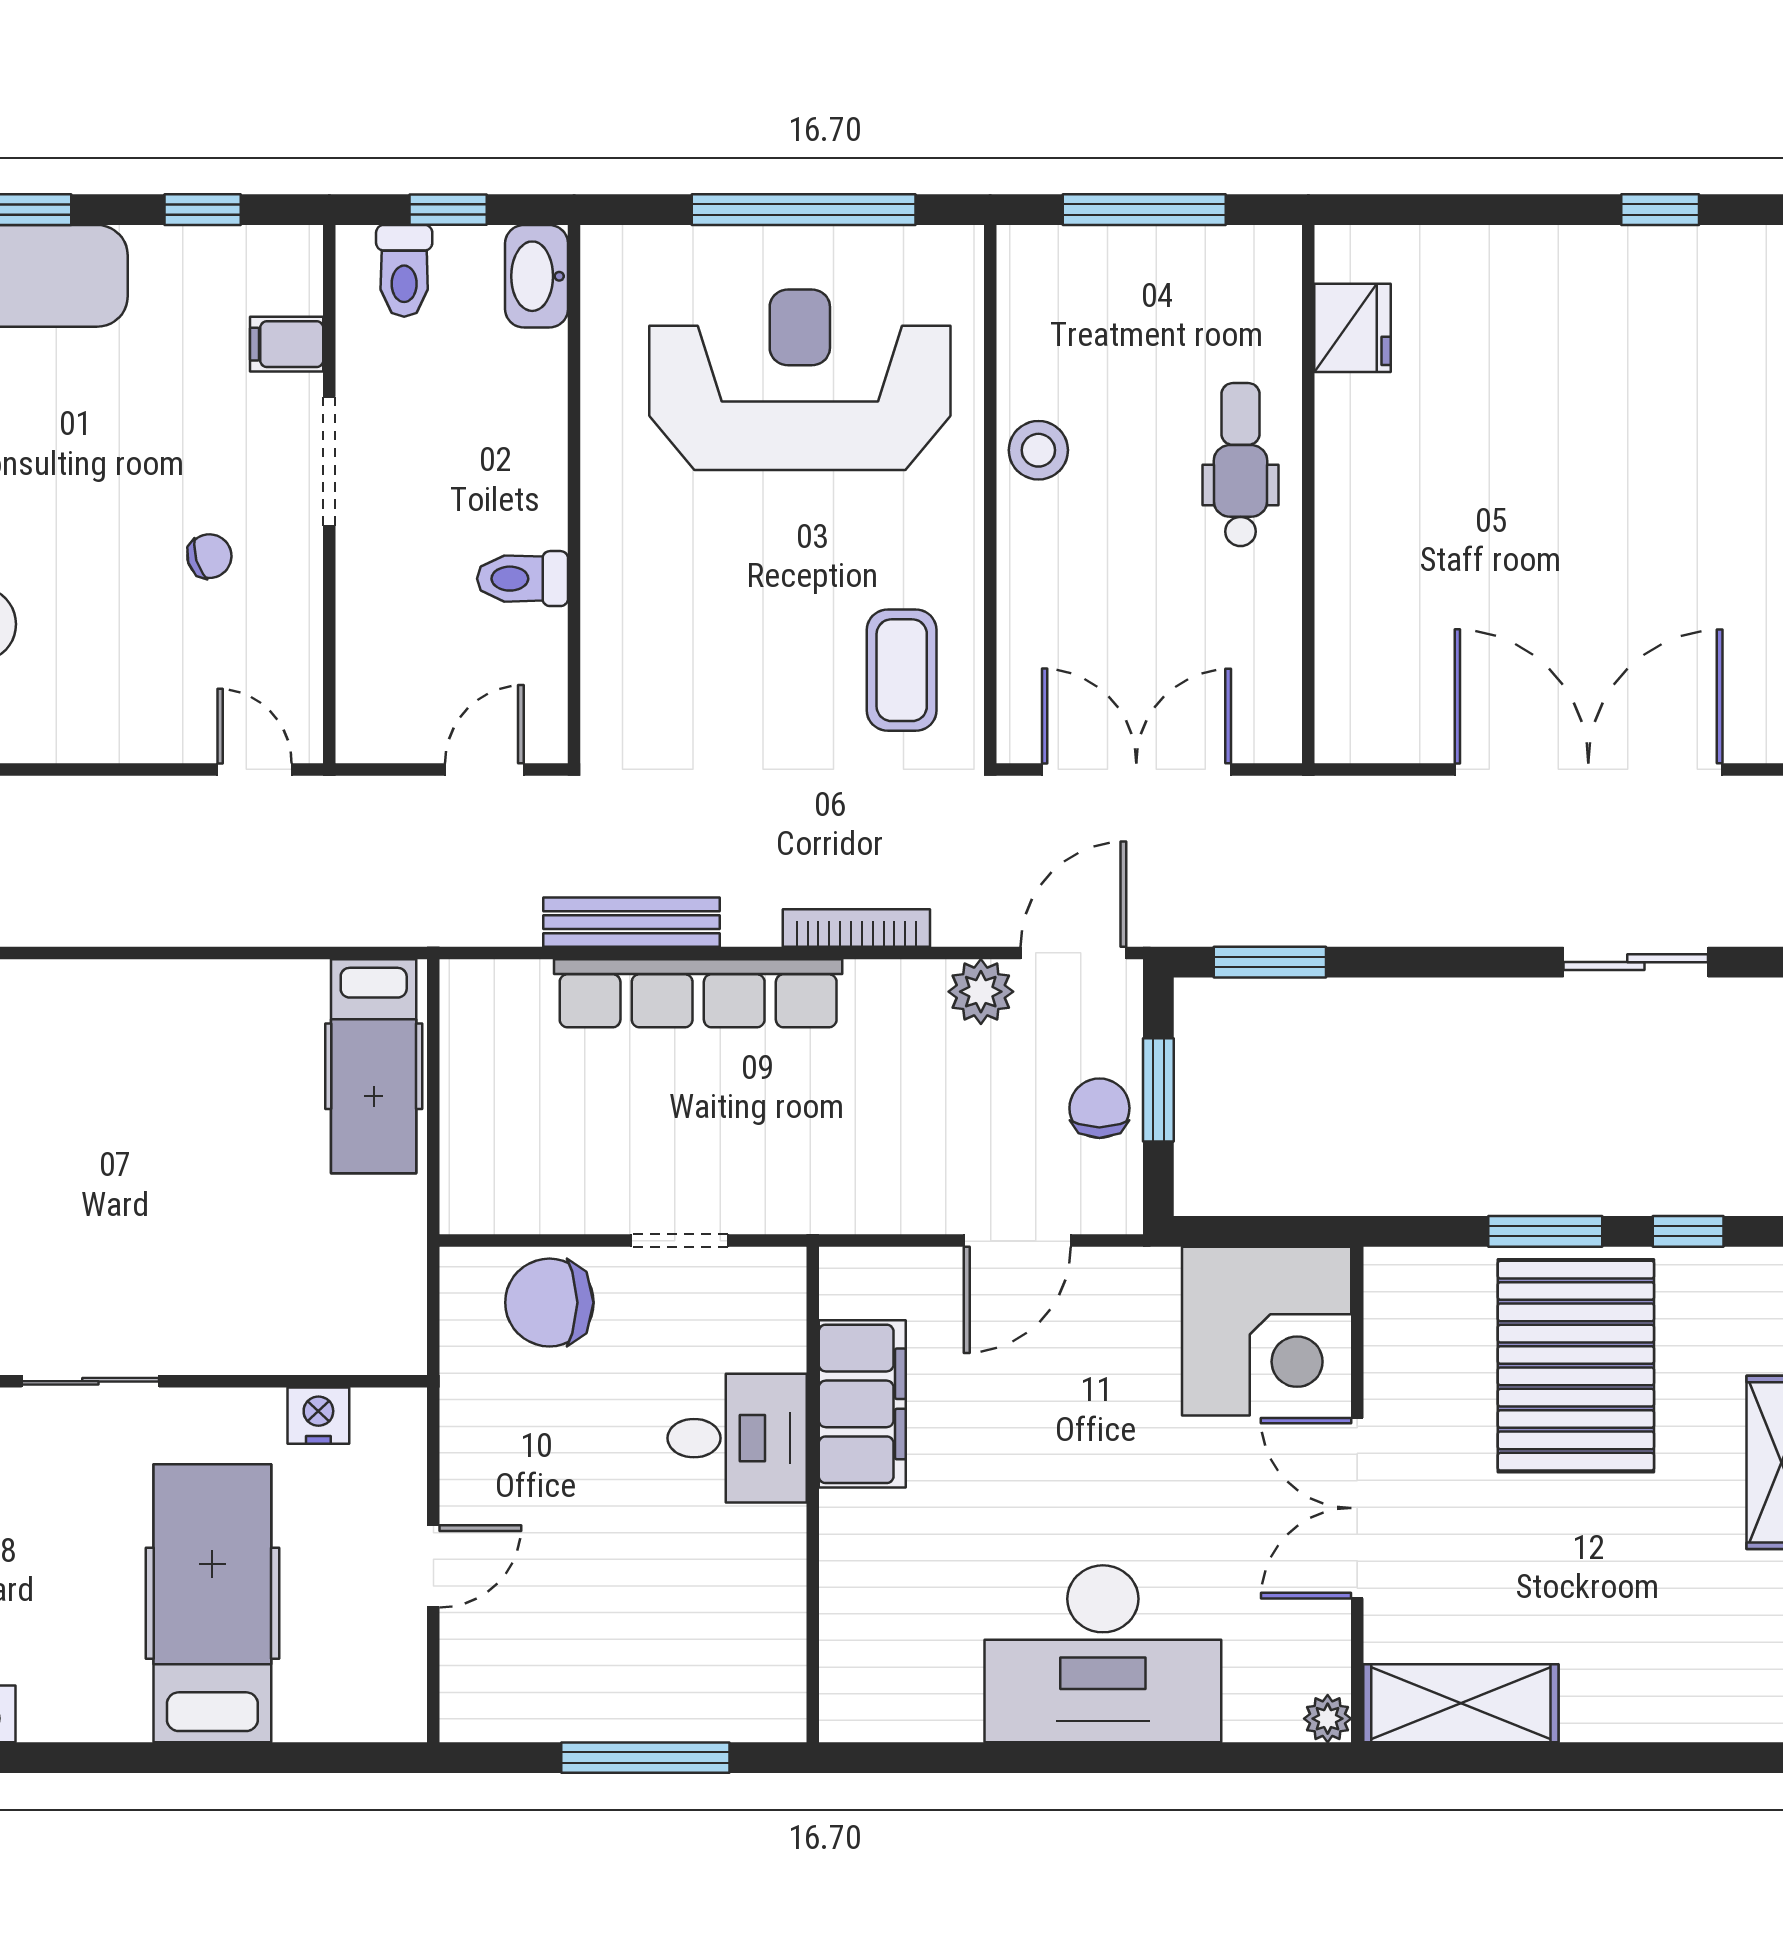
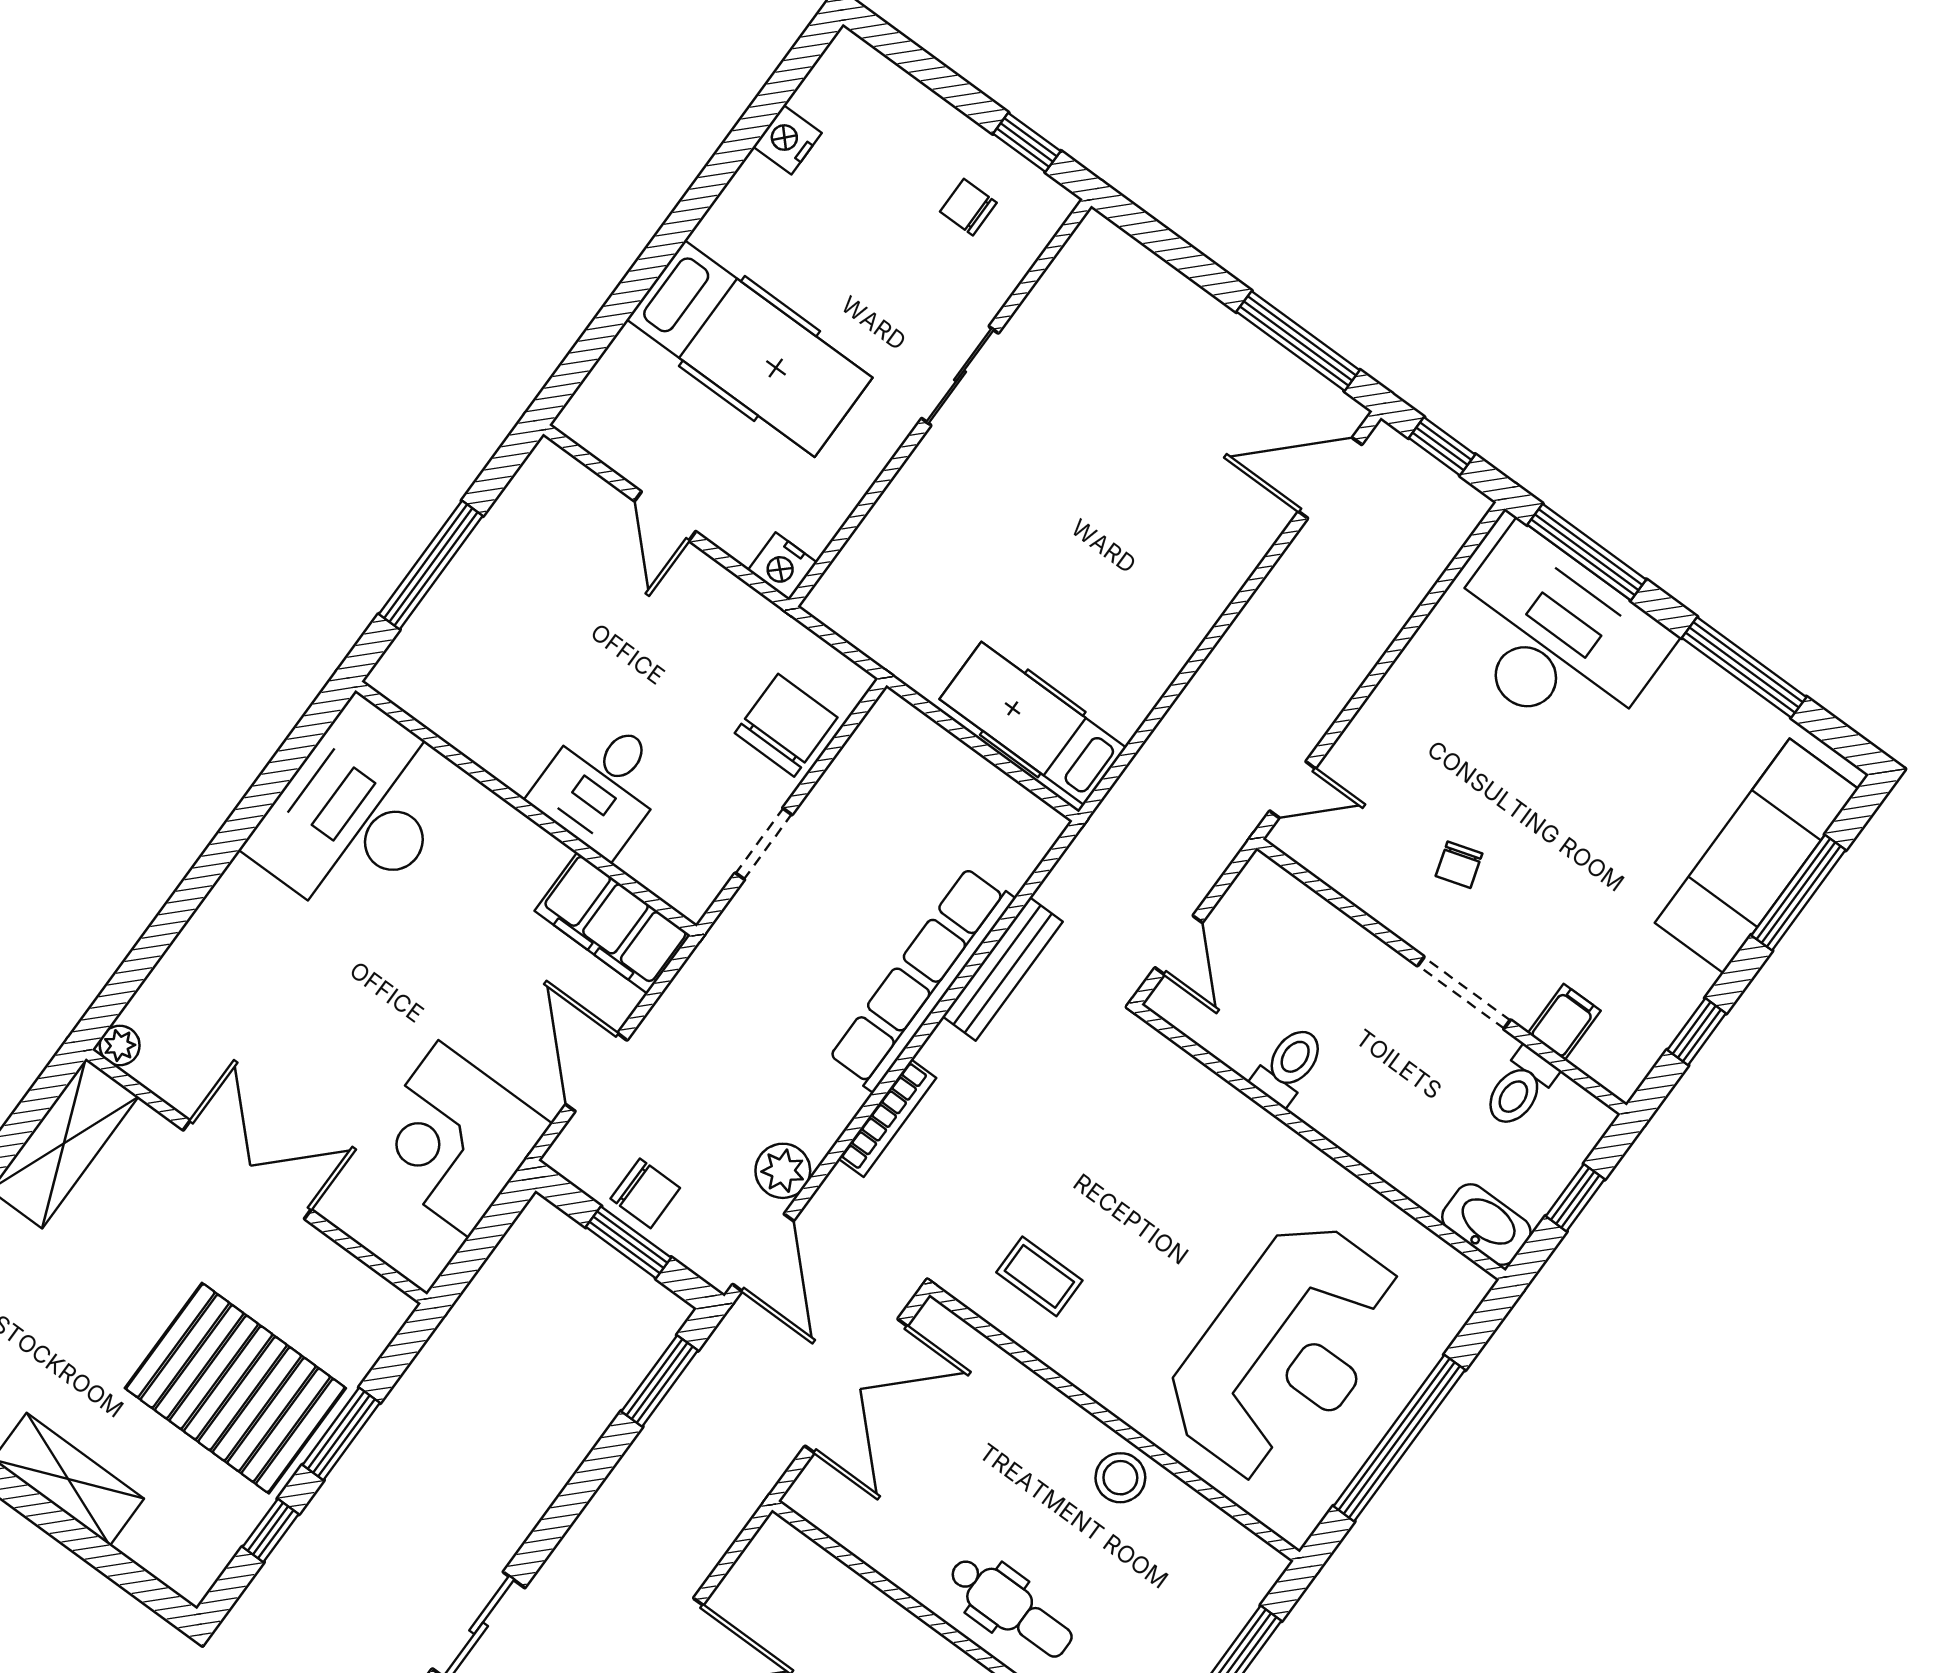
toilet: (404, 271) -> (1520, 1088), moved, turned -90
coffee table: (902, 670) -> (1039, 1276), width x0.73, depth x0.77
corner desk: (1267, 1331) -> (454, 1139), moved
filing cabinet: (862, 1404) -> (612, 923), moved
nightstand: (318, 1416) -> (782, 566), moved, turned 90
desk: (1103, 1654) -> (357, 814), moved

